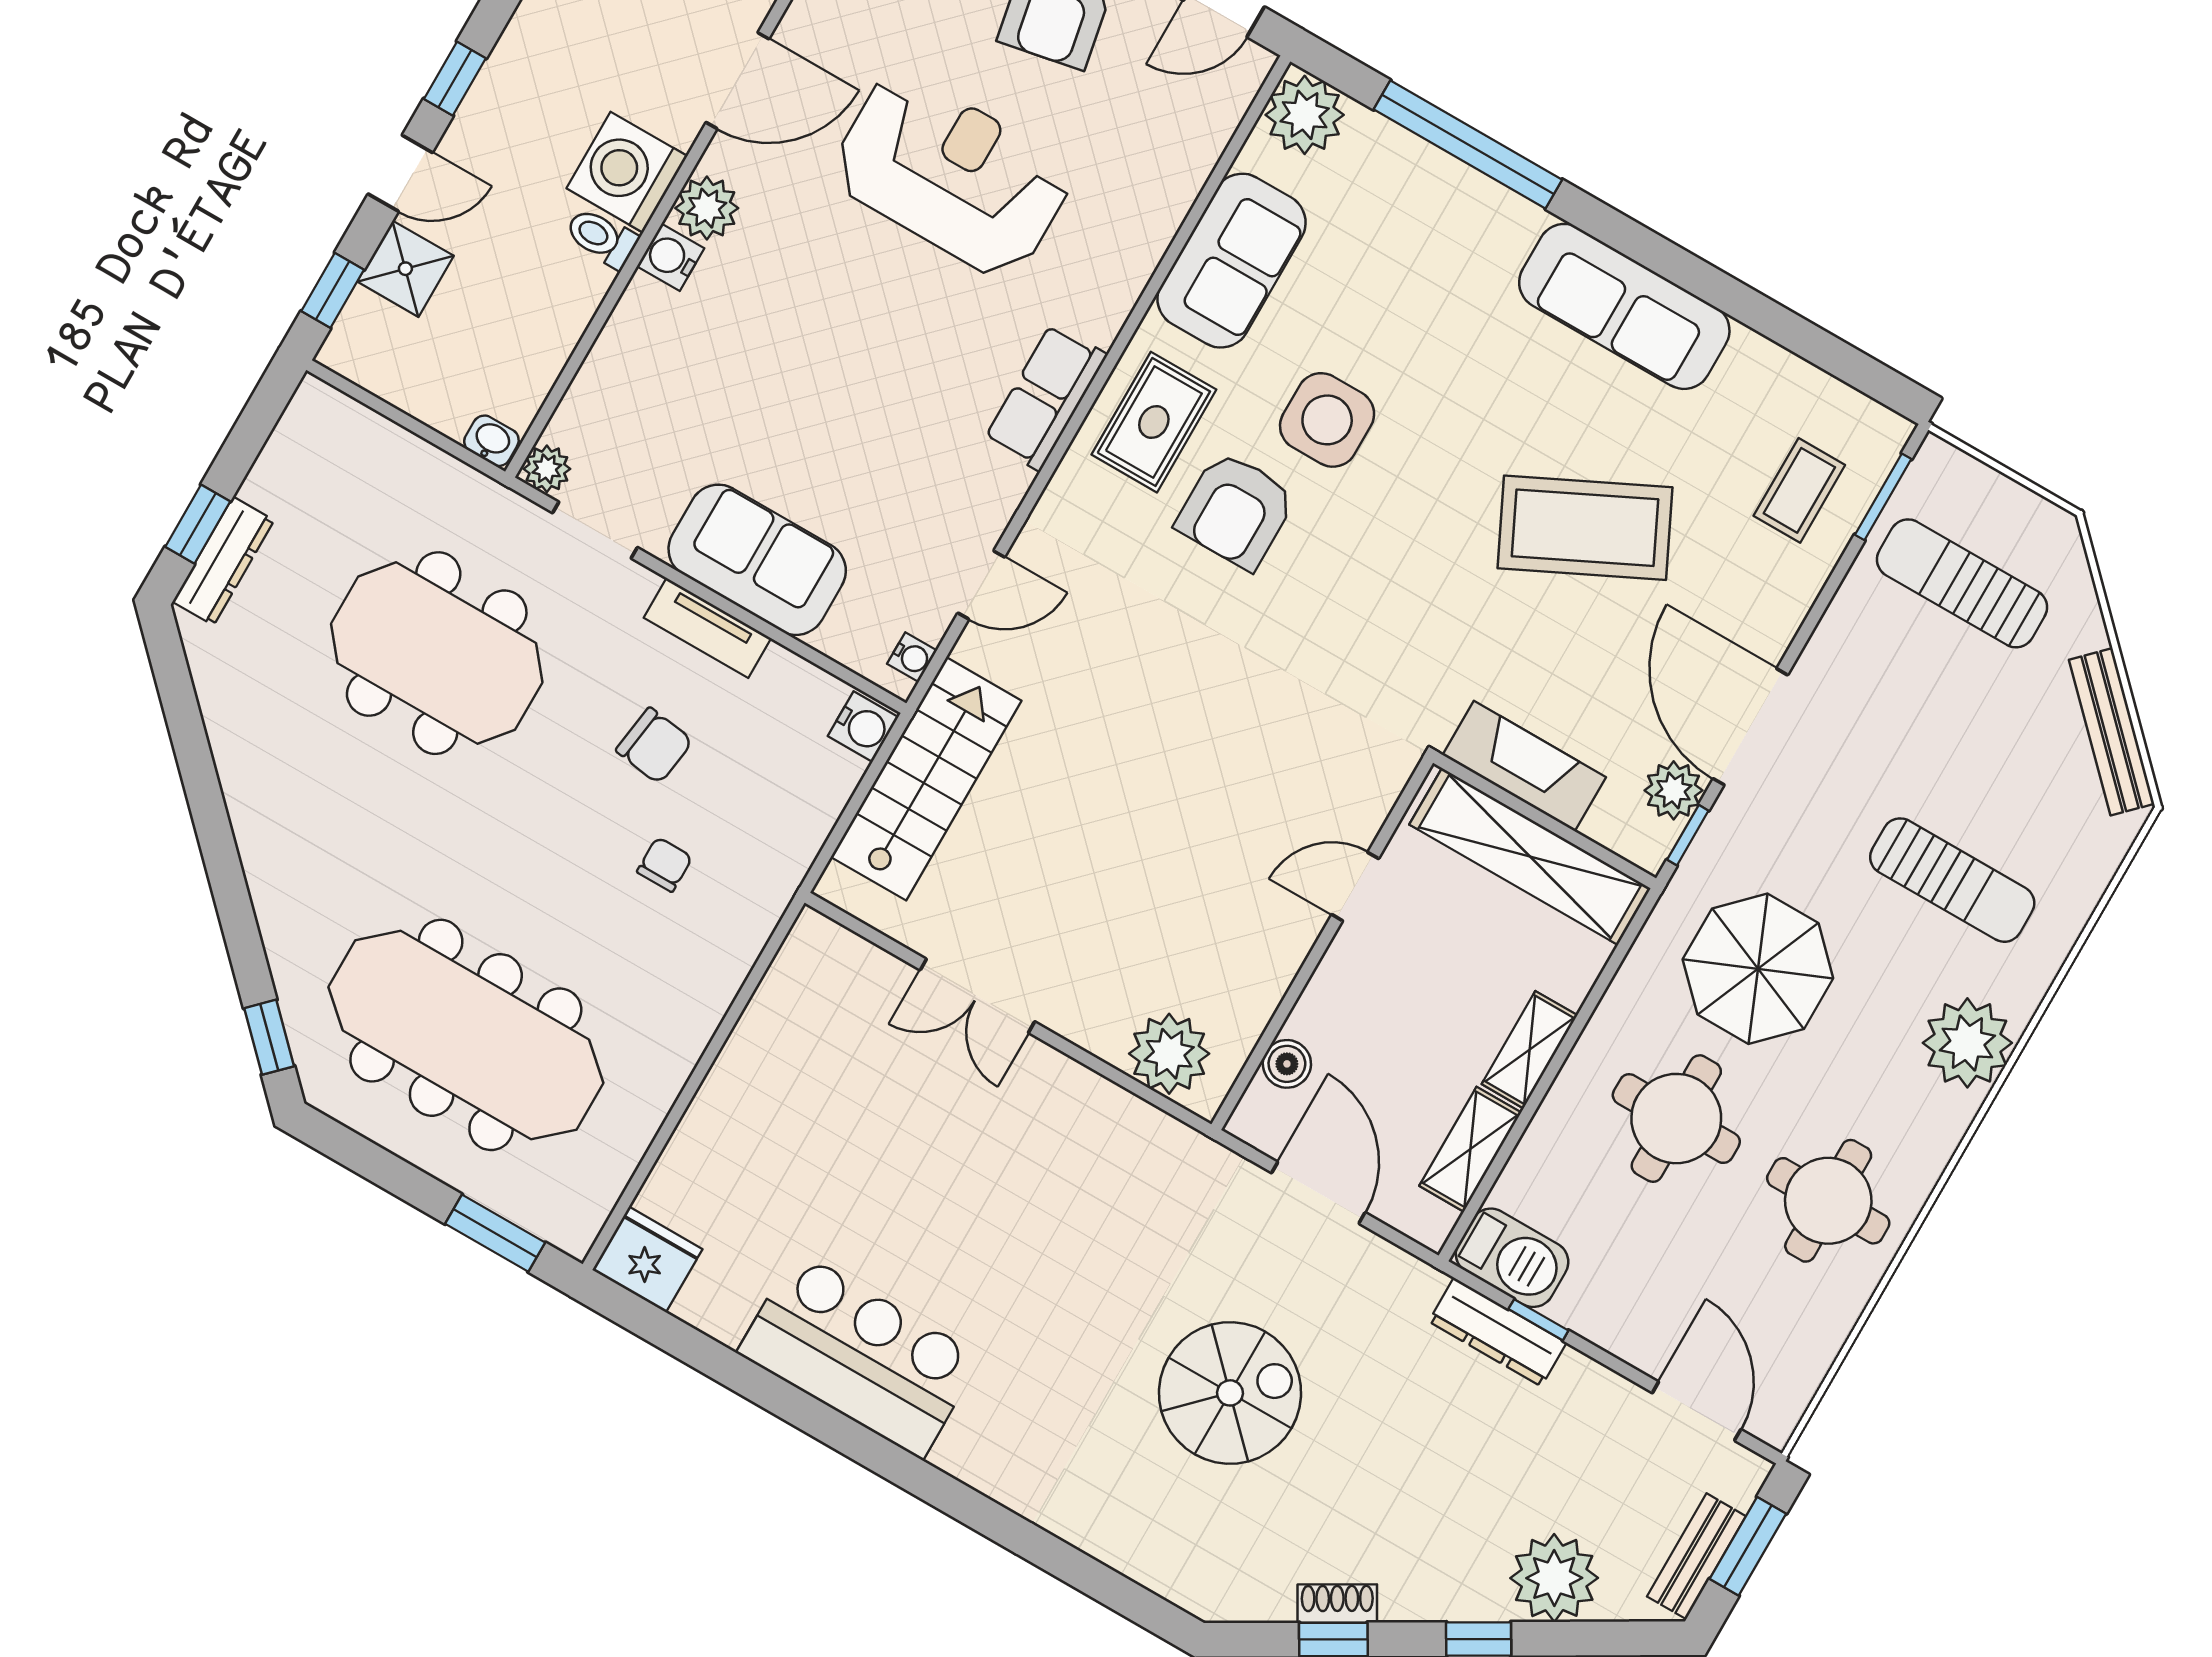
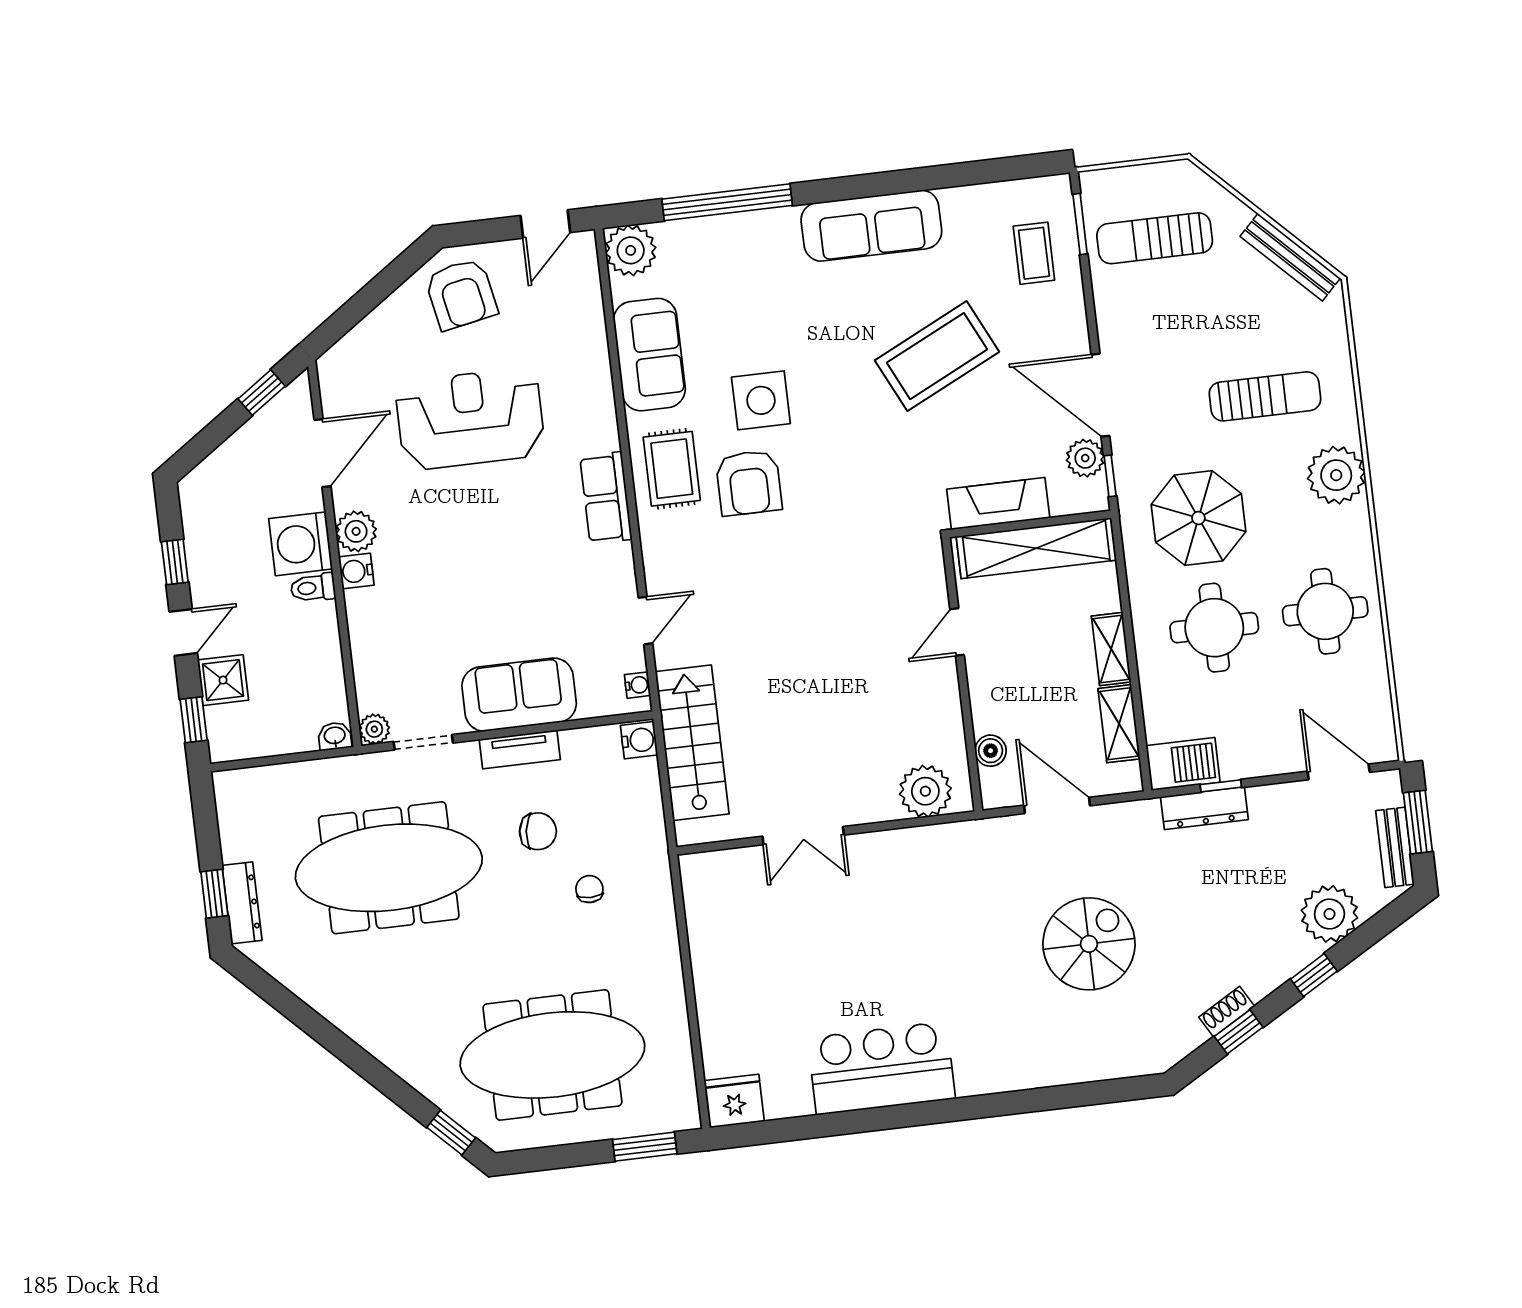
meeting table: (437, 653) -> (389, 868), width x1.36

